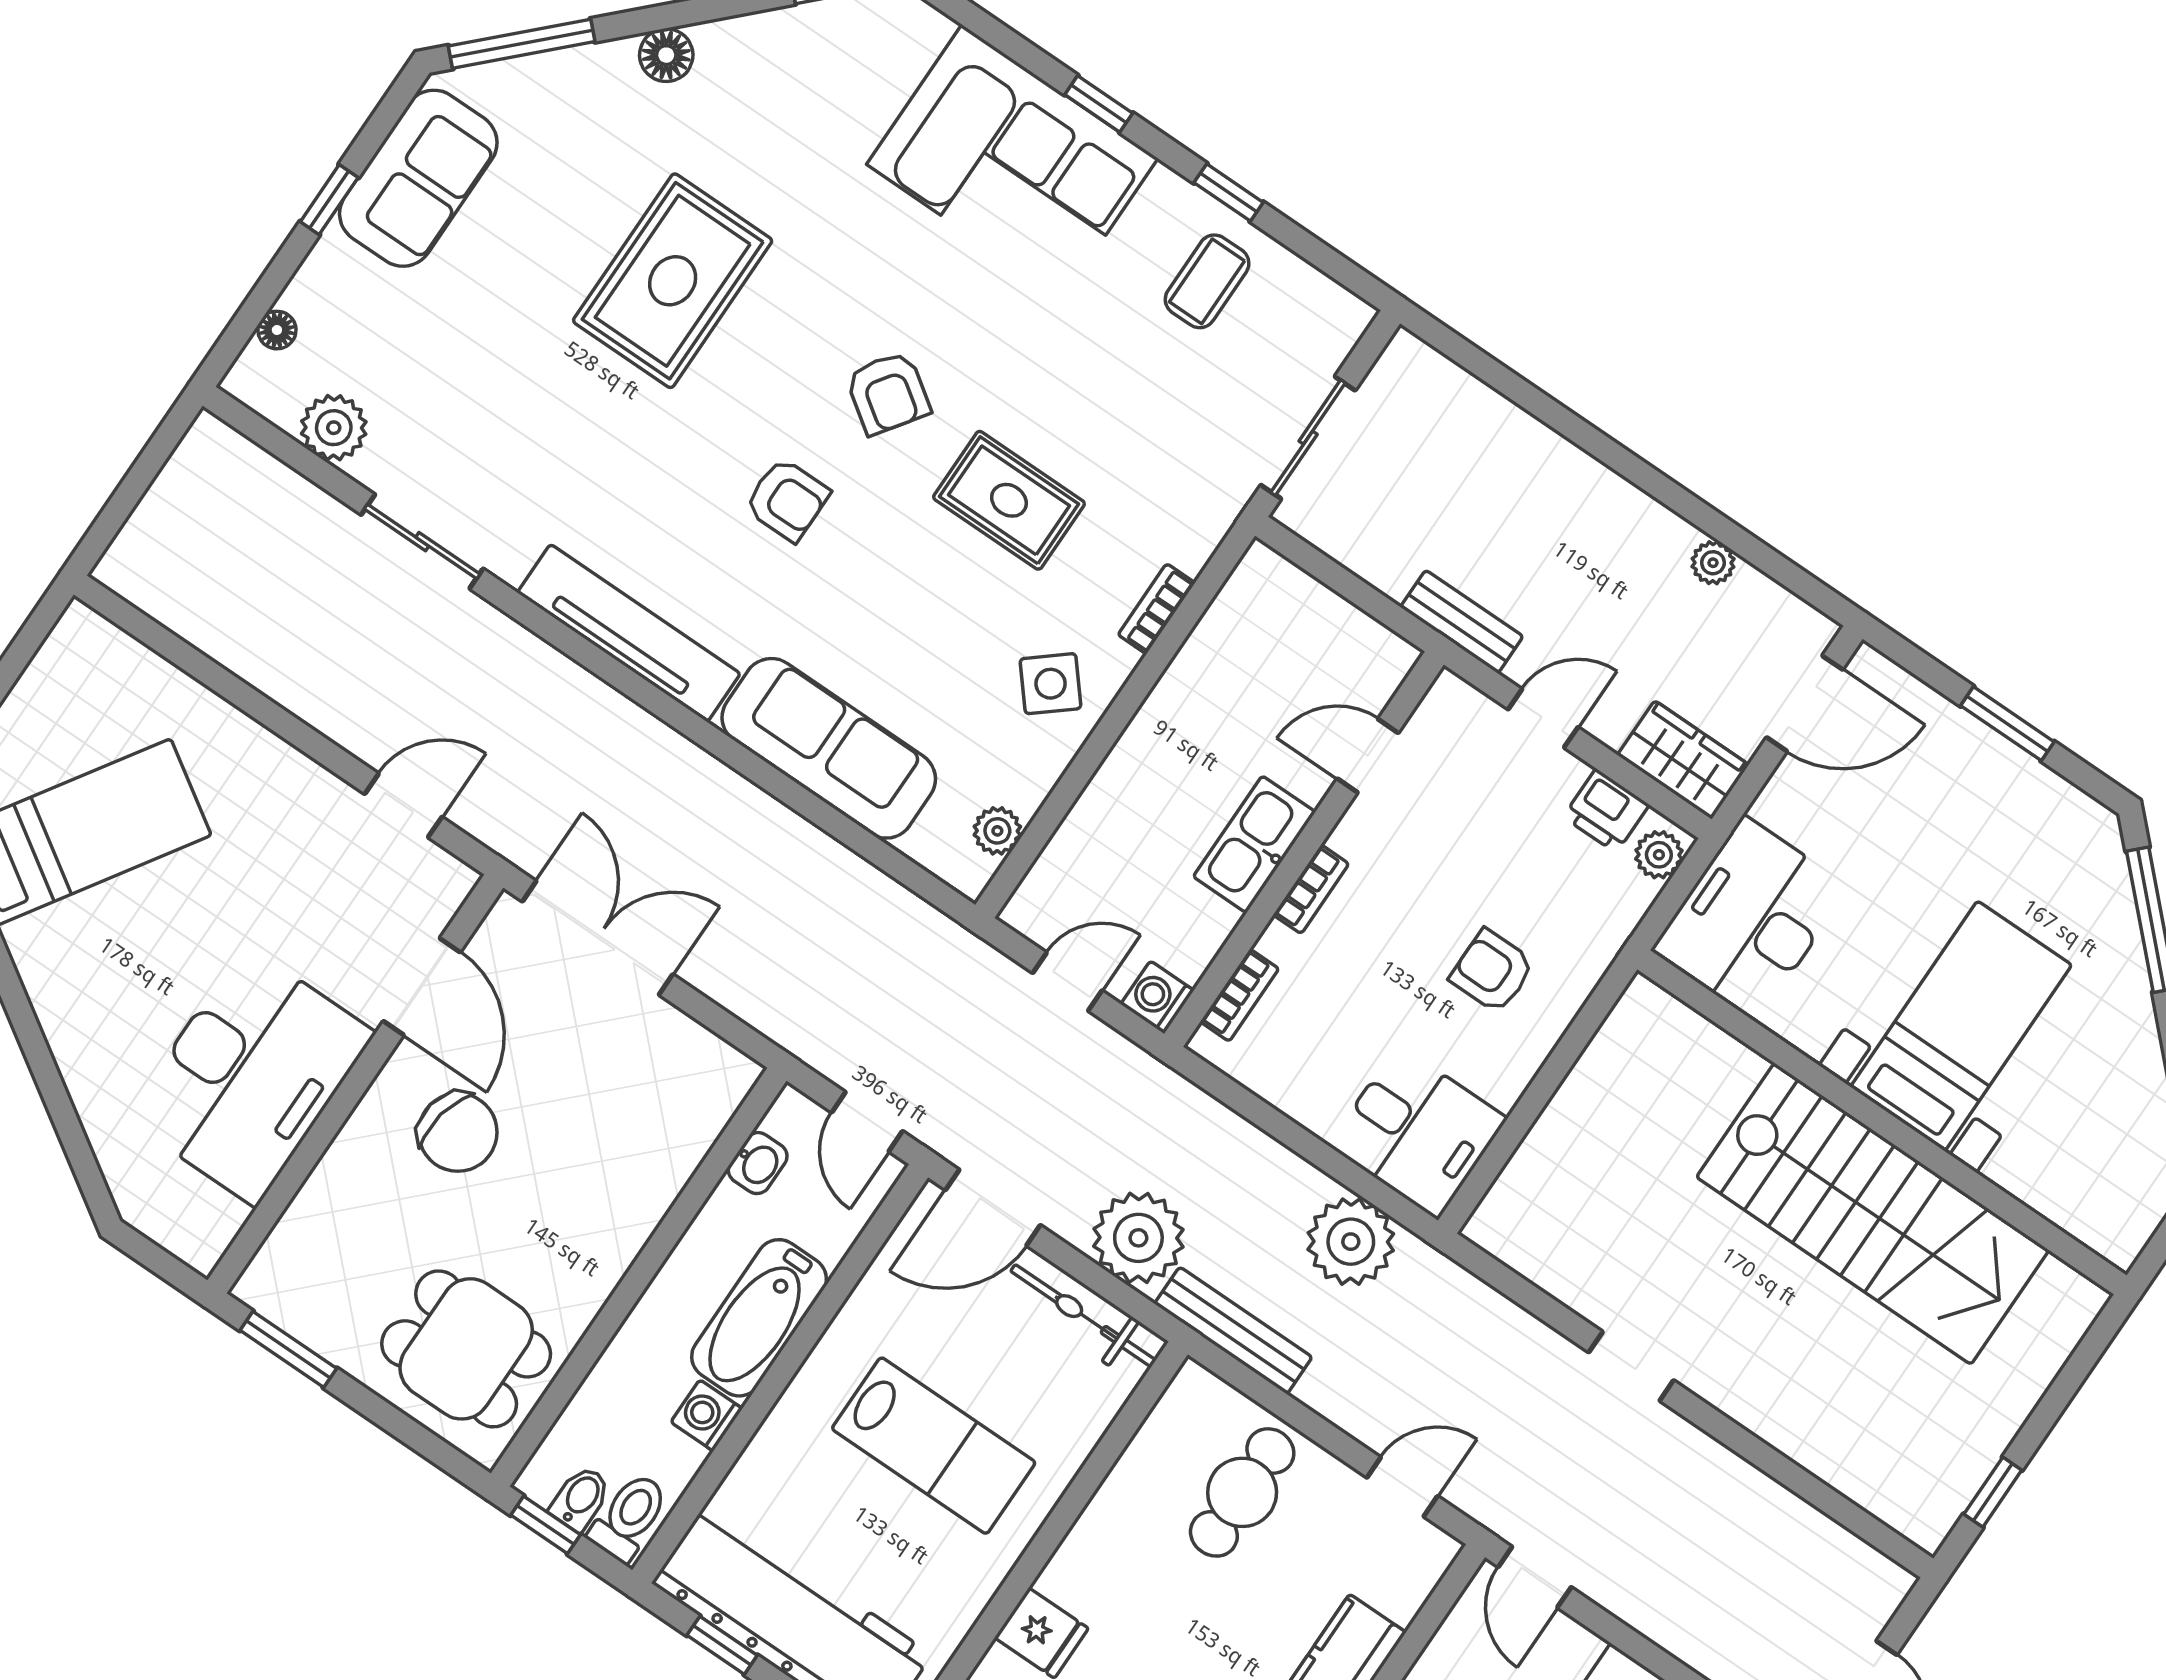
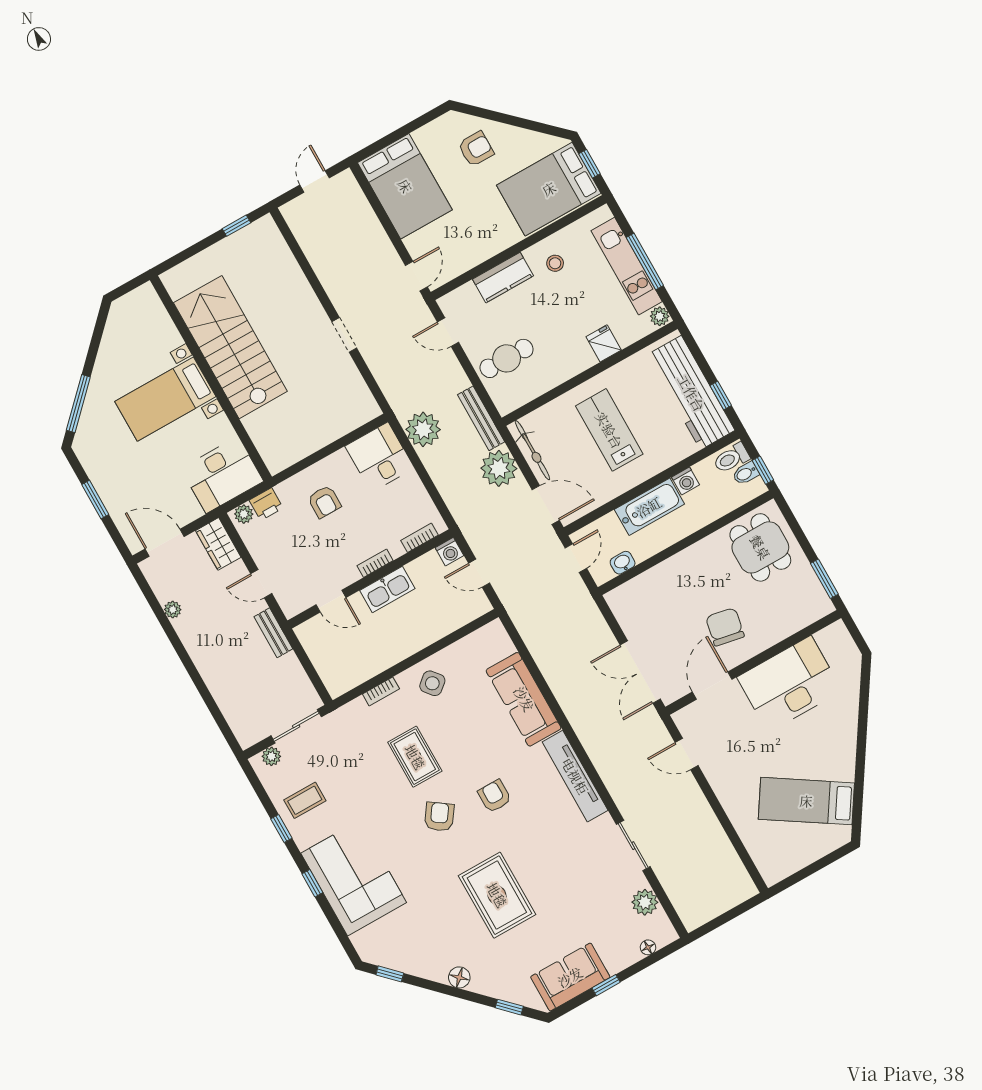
window: (522, 44) -> (509, 1007), width x0.46
rug: (673, 281) -> (497, 895), turned 90
printer: (1606, 811) -> (266, 504), moved, turned 90
plant: (997, 831) -> (271, 756), moved

